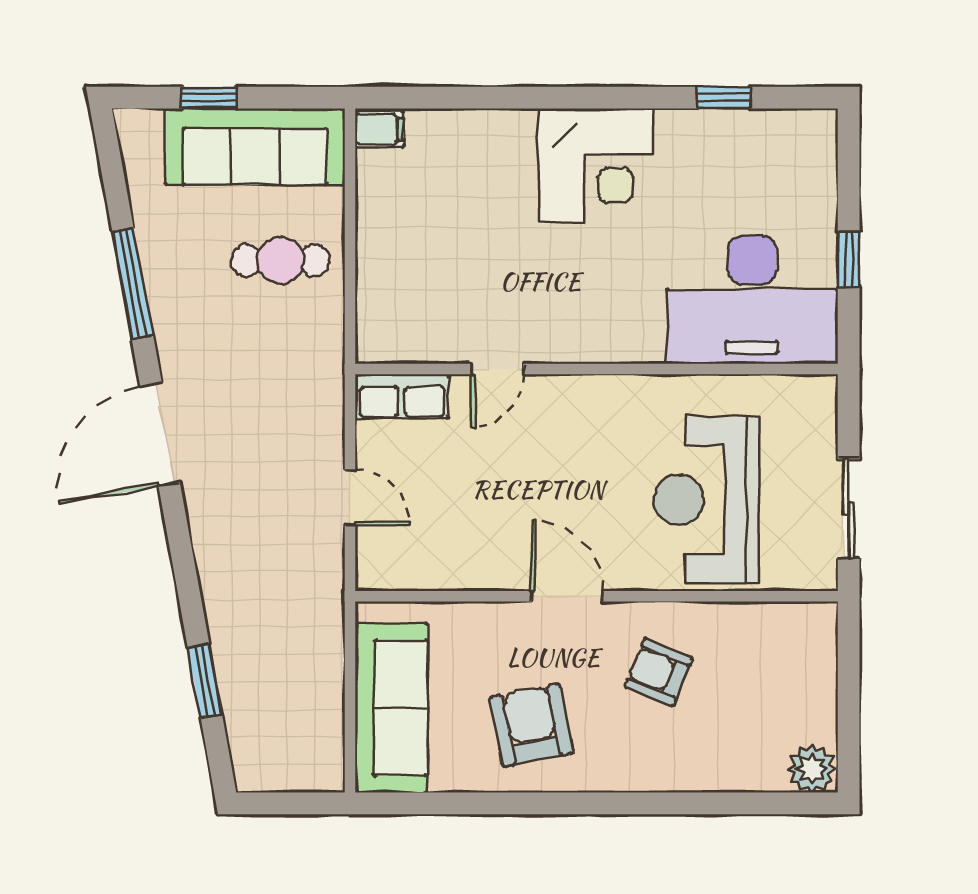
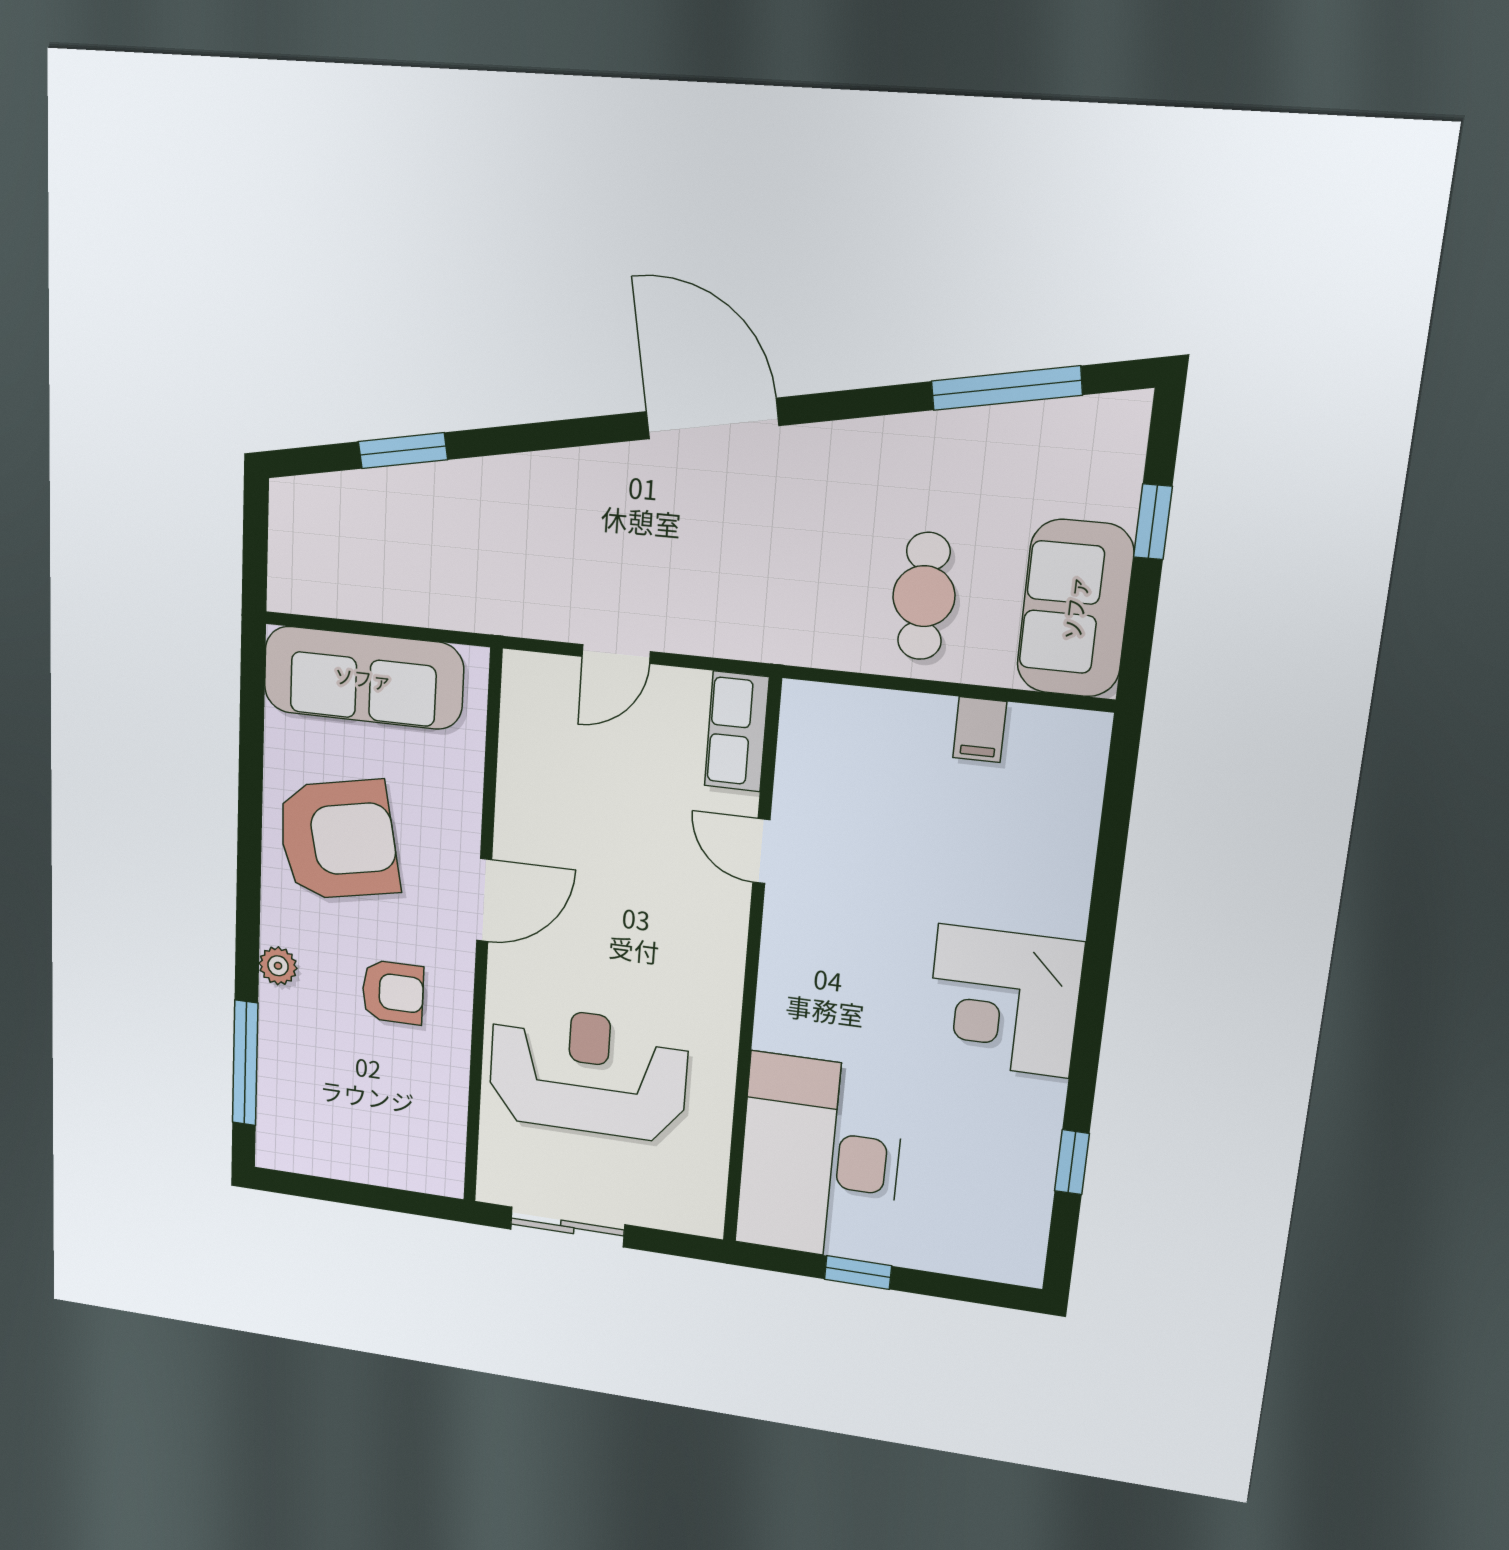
filing cabinet: (379, 129) -> (980, 730), moved
sofa: (255, 147) -> (1075, 608), width x0.73
window: (133, 283) -> (1007, 388), moved
armchair: (659, 672) -> (393, 992), turned 68
armchair: (531, 725) -> (338, 840), width x1.36, depth x1.36
plant: (812, 769) -> (278, 966), moved, width x0.73, depth x0.73
window: (742, 803) -> (245, 1063), added

